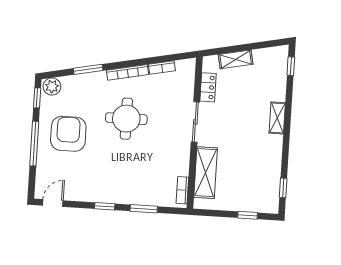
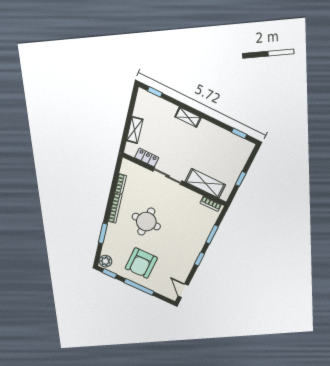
armchair: (68, 134) -> (141, 263), turned -90
window: (248, 215) -> (241, 179), moved

